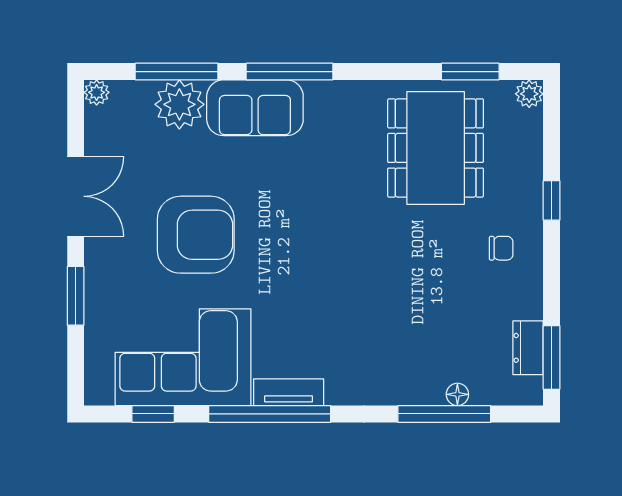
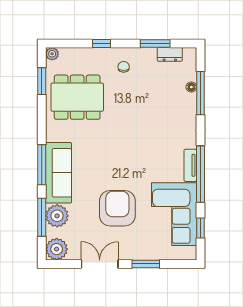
plant: (97, 92) -> (57, 249), width x1.88, depth x1.88
sofa: (255, 108) -> (59, 173), width x1.36
window: (551, 357) -> (155, 43), moved

